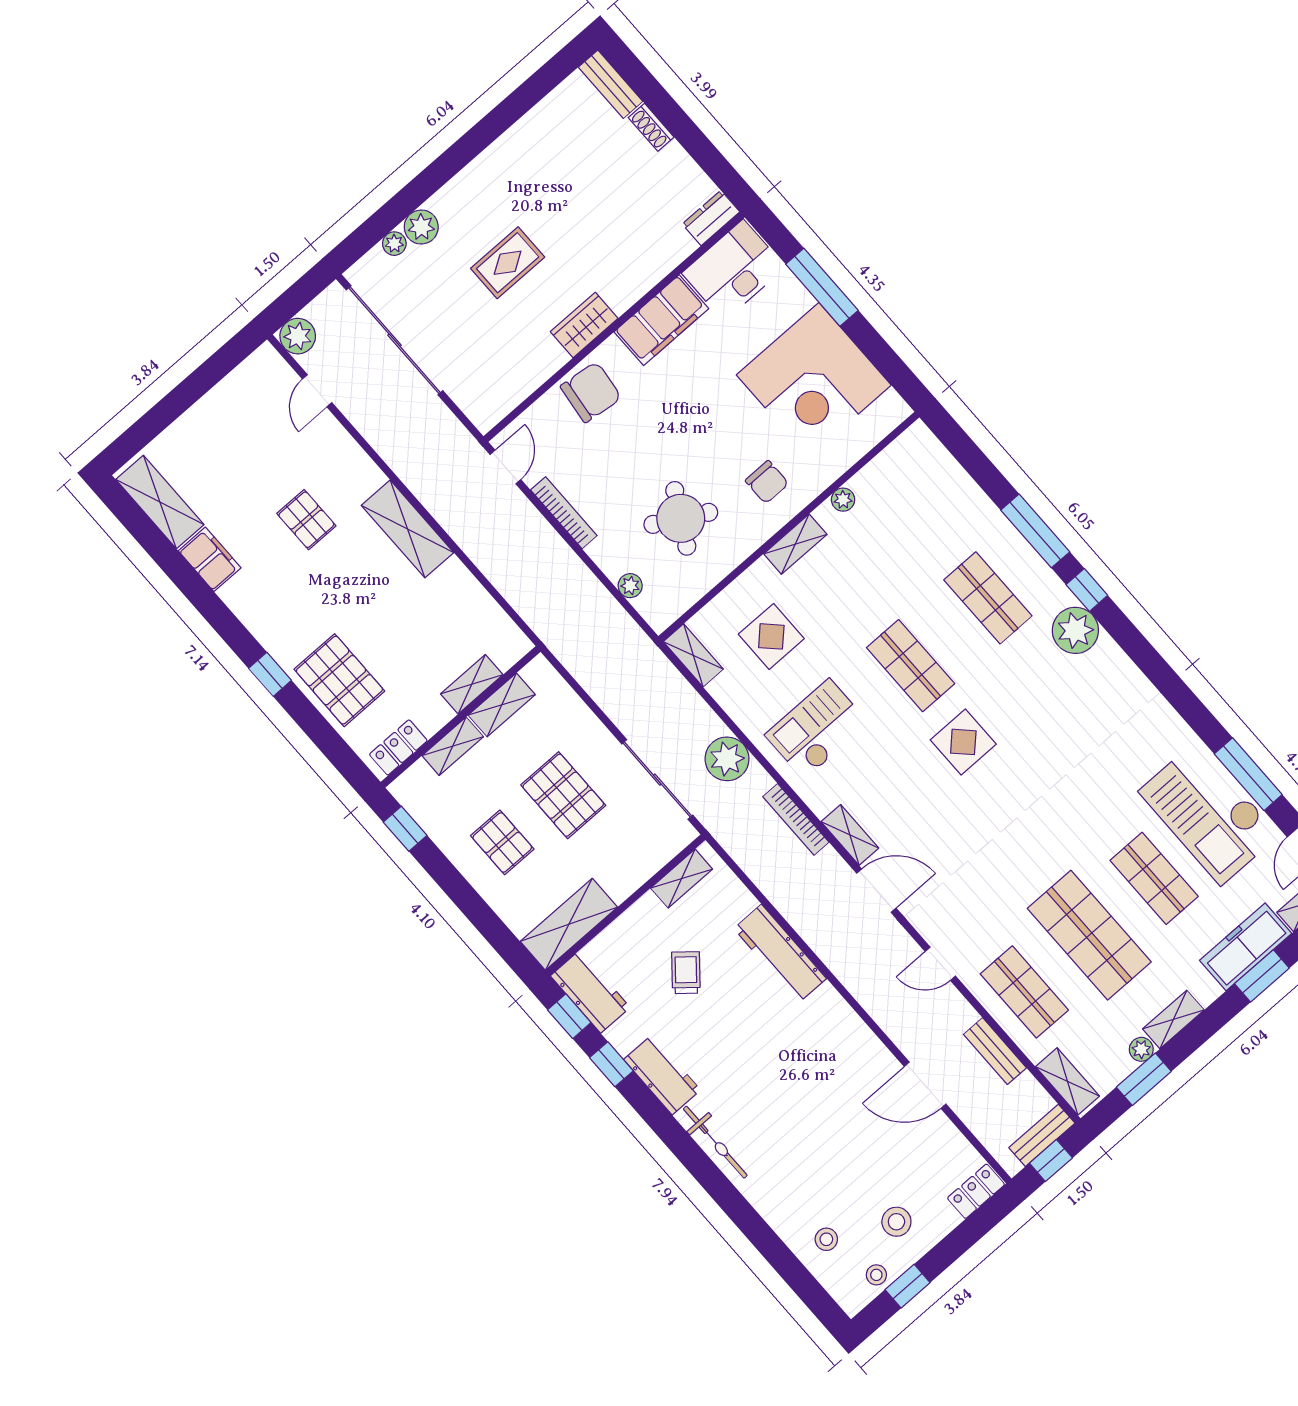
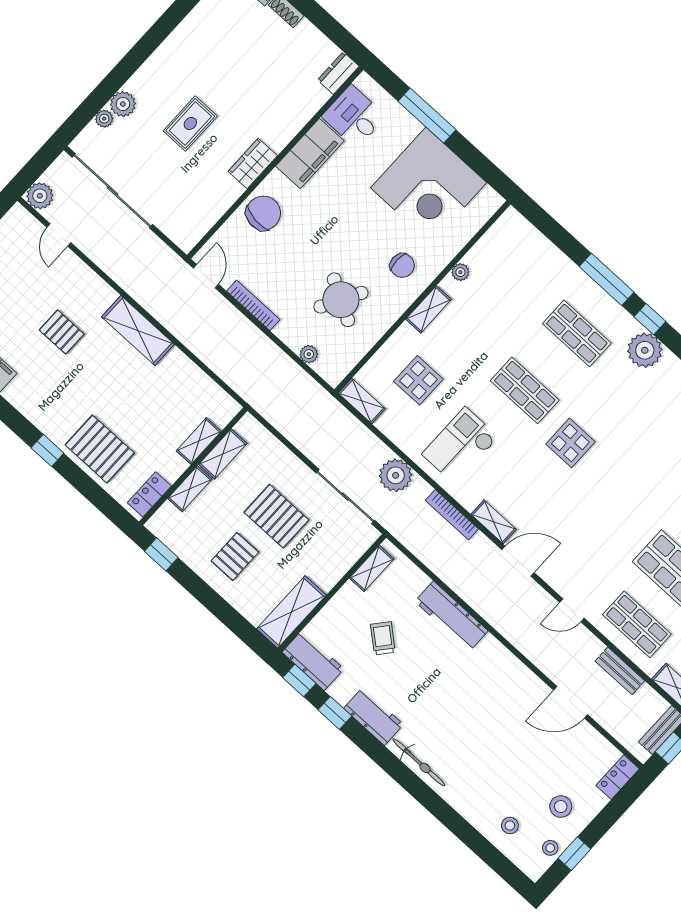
desk: (734, 270) -> (354, 116), width x0.73
pallet: (502, 842) -> (235, 556), turned 90

